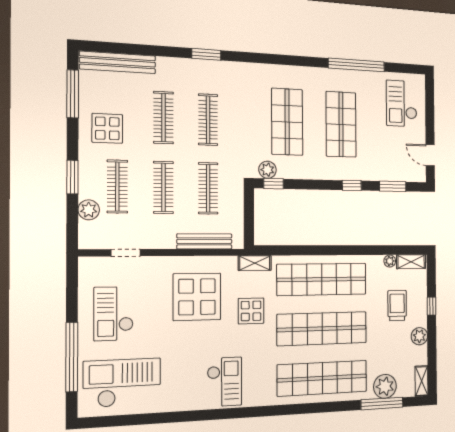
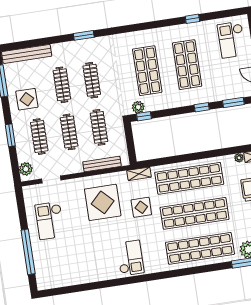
window: (357, 65) -> (192, 19), width x0.32
plant: (89, 210) -> (26, 169), moved
checkout: (122, 383) -> (62, 265), removed

